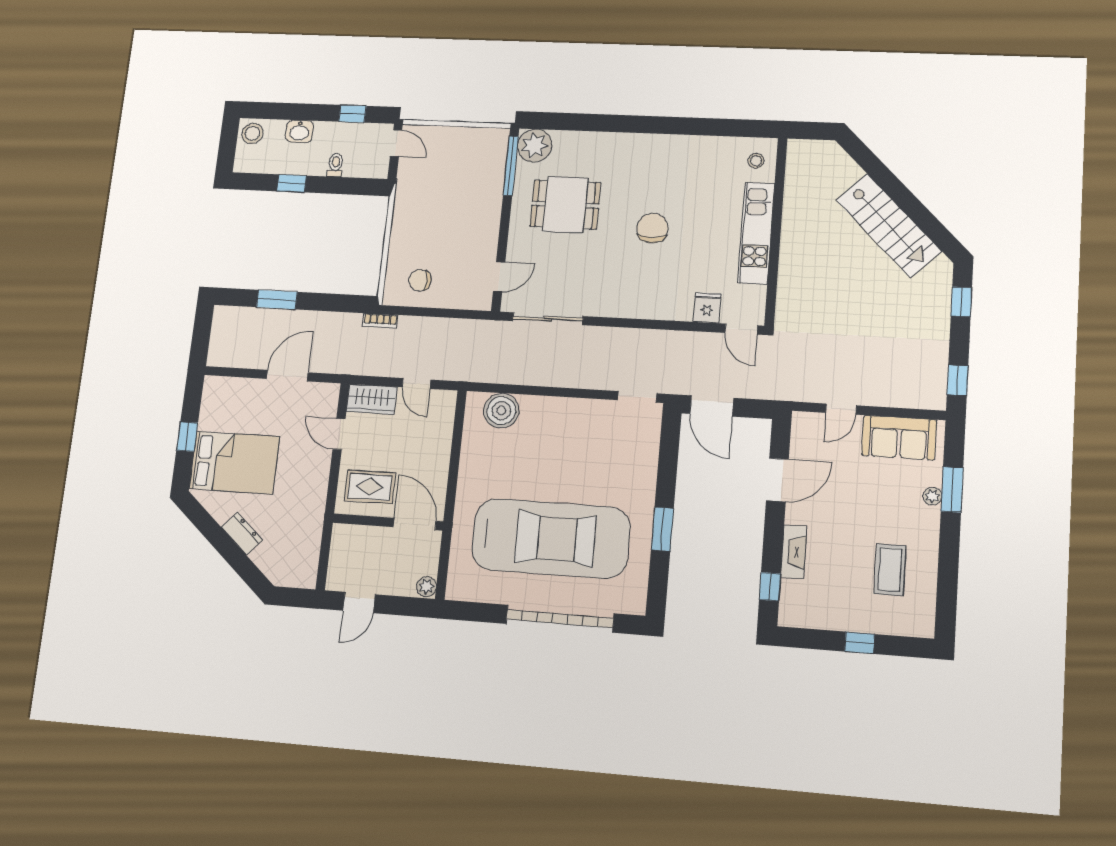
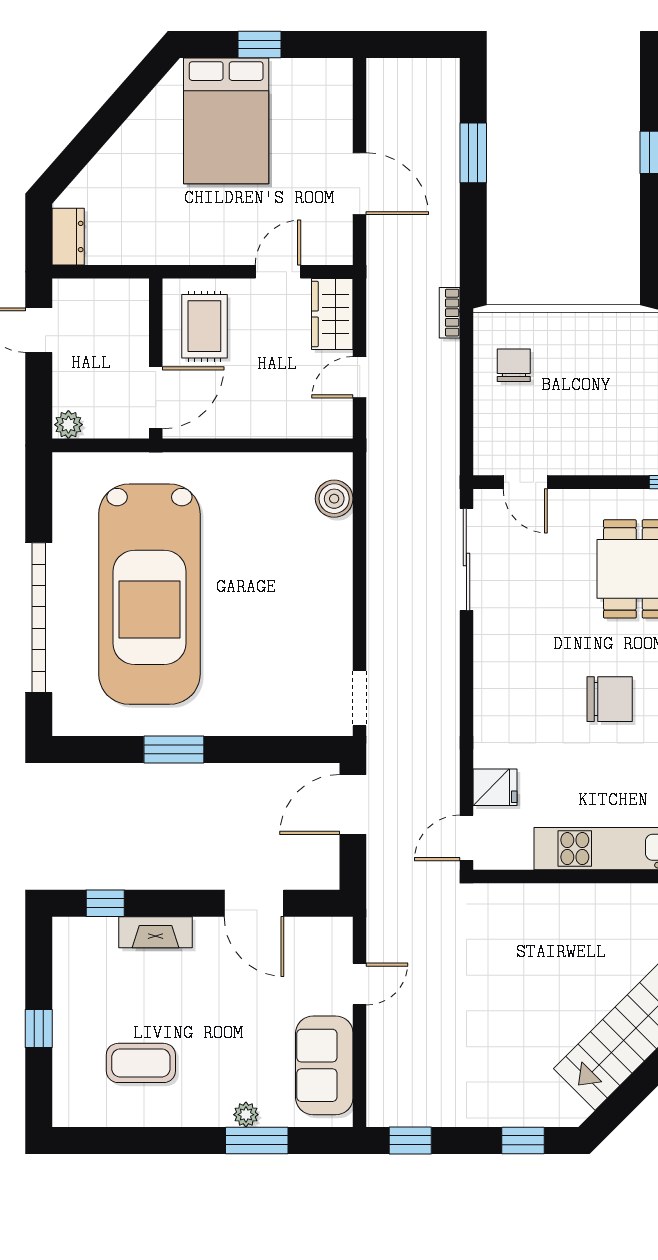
door: (841, 409) -> (360, 984), swing flipped
boiler: (501, 411) -> (334, 499), width x0.73, depth x0.73
dresser: (242, 534) -> (68, 237), moved, turned -41

